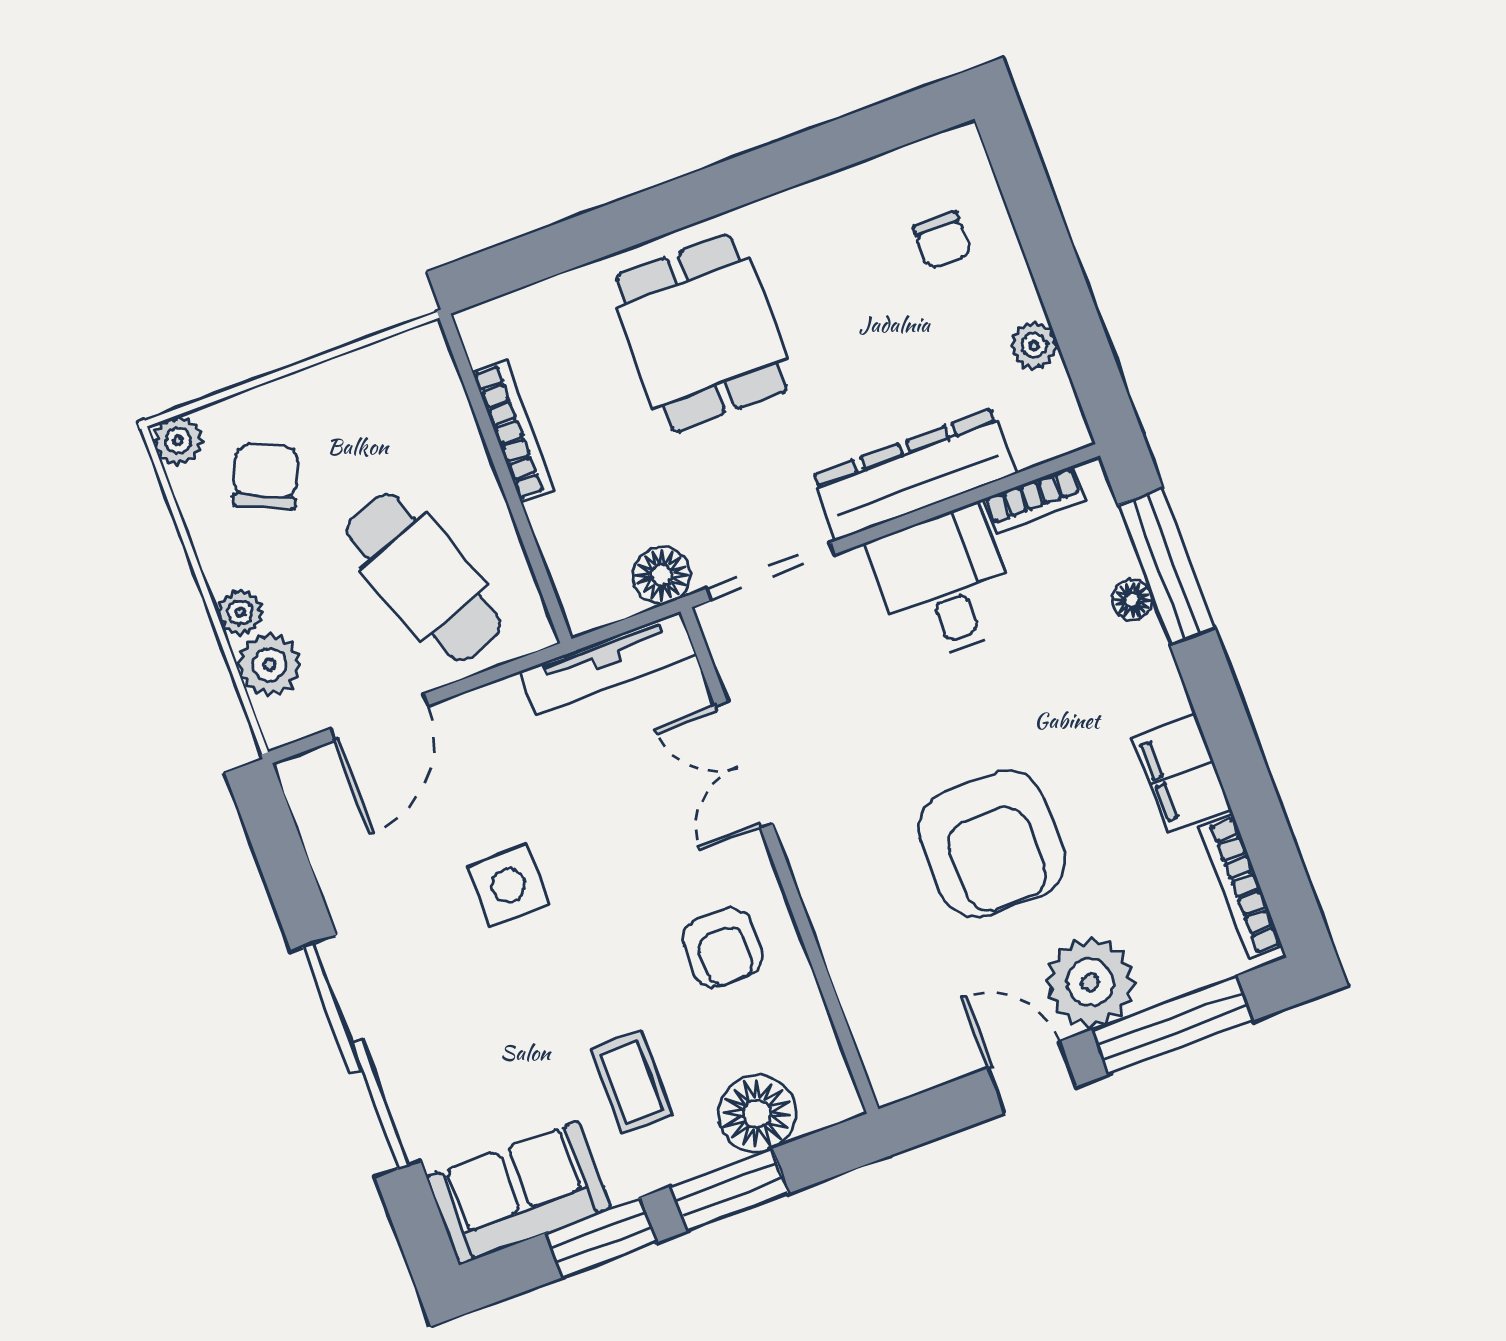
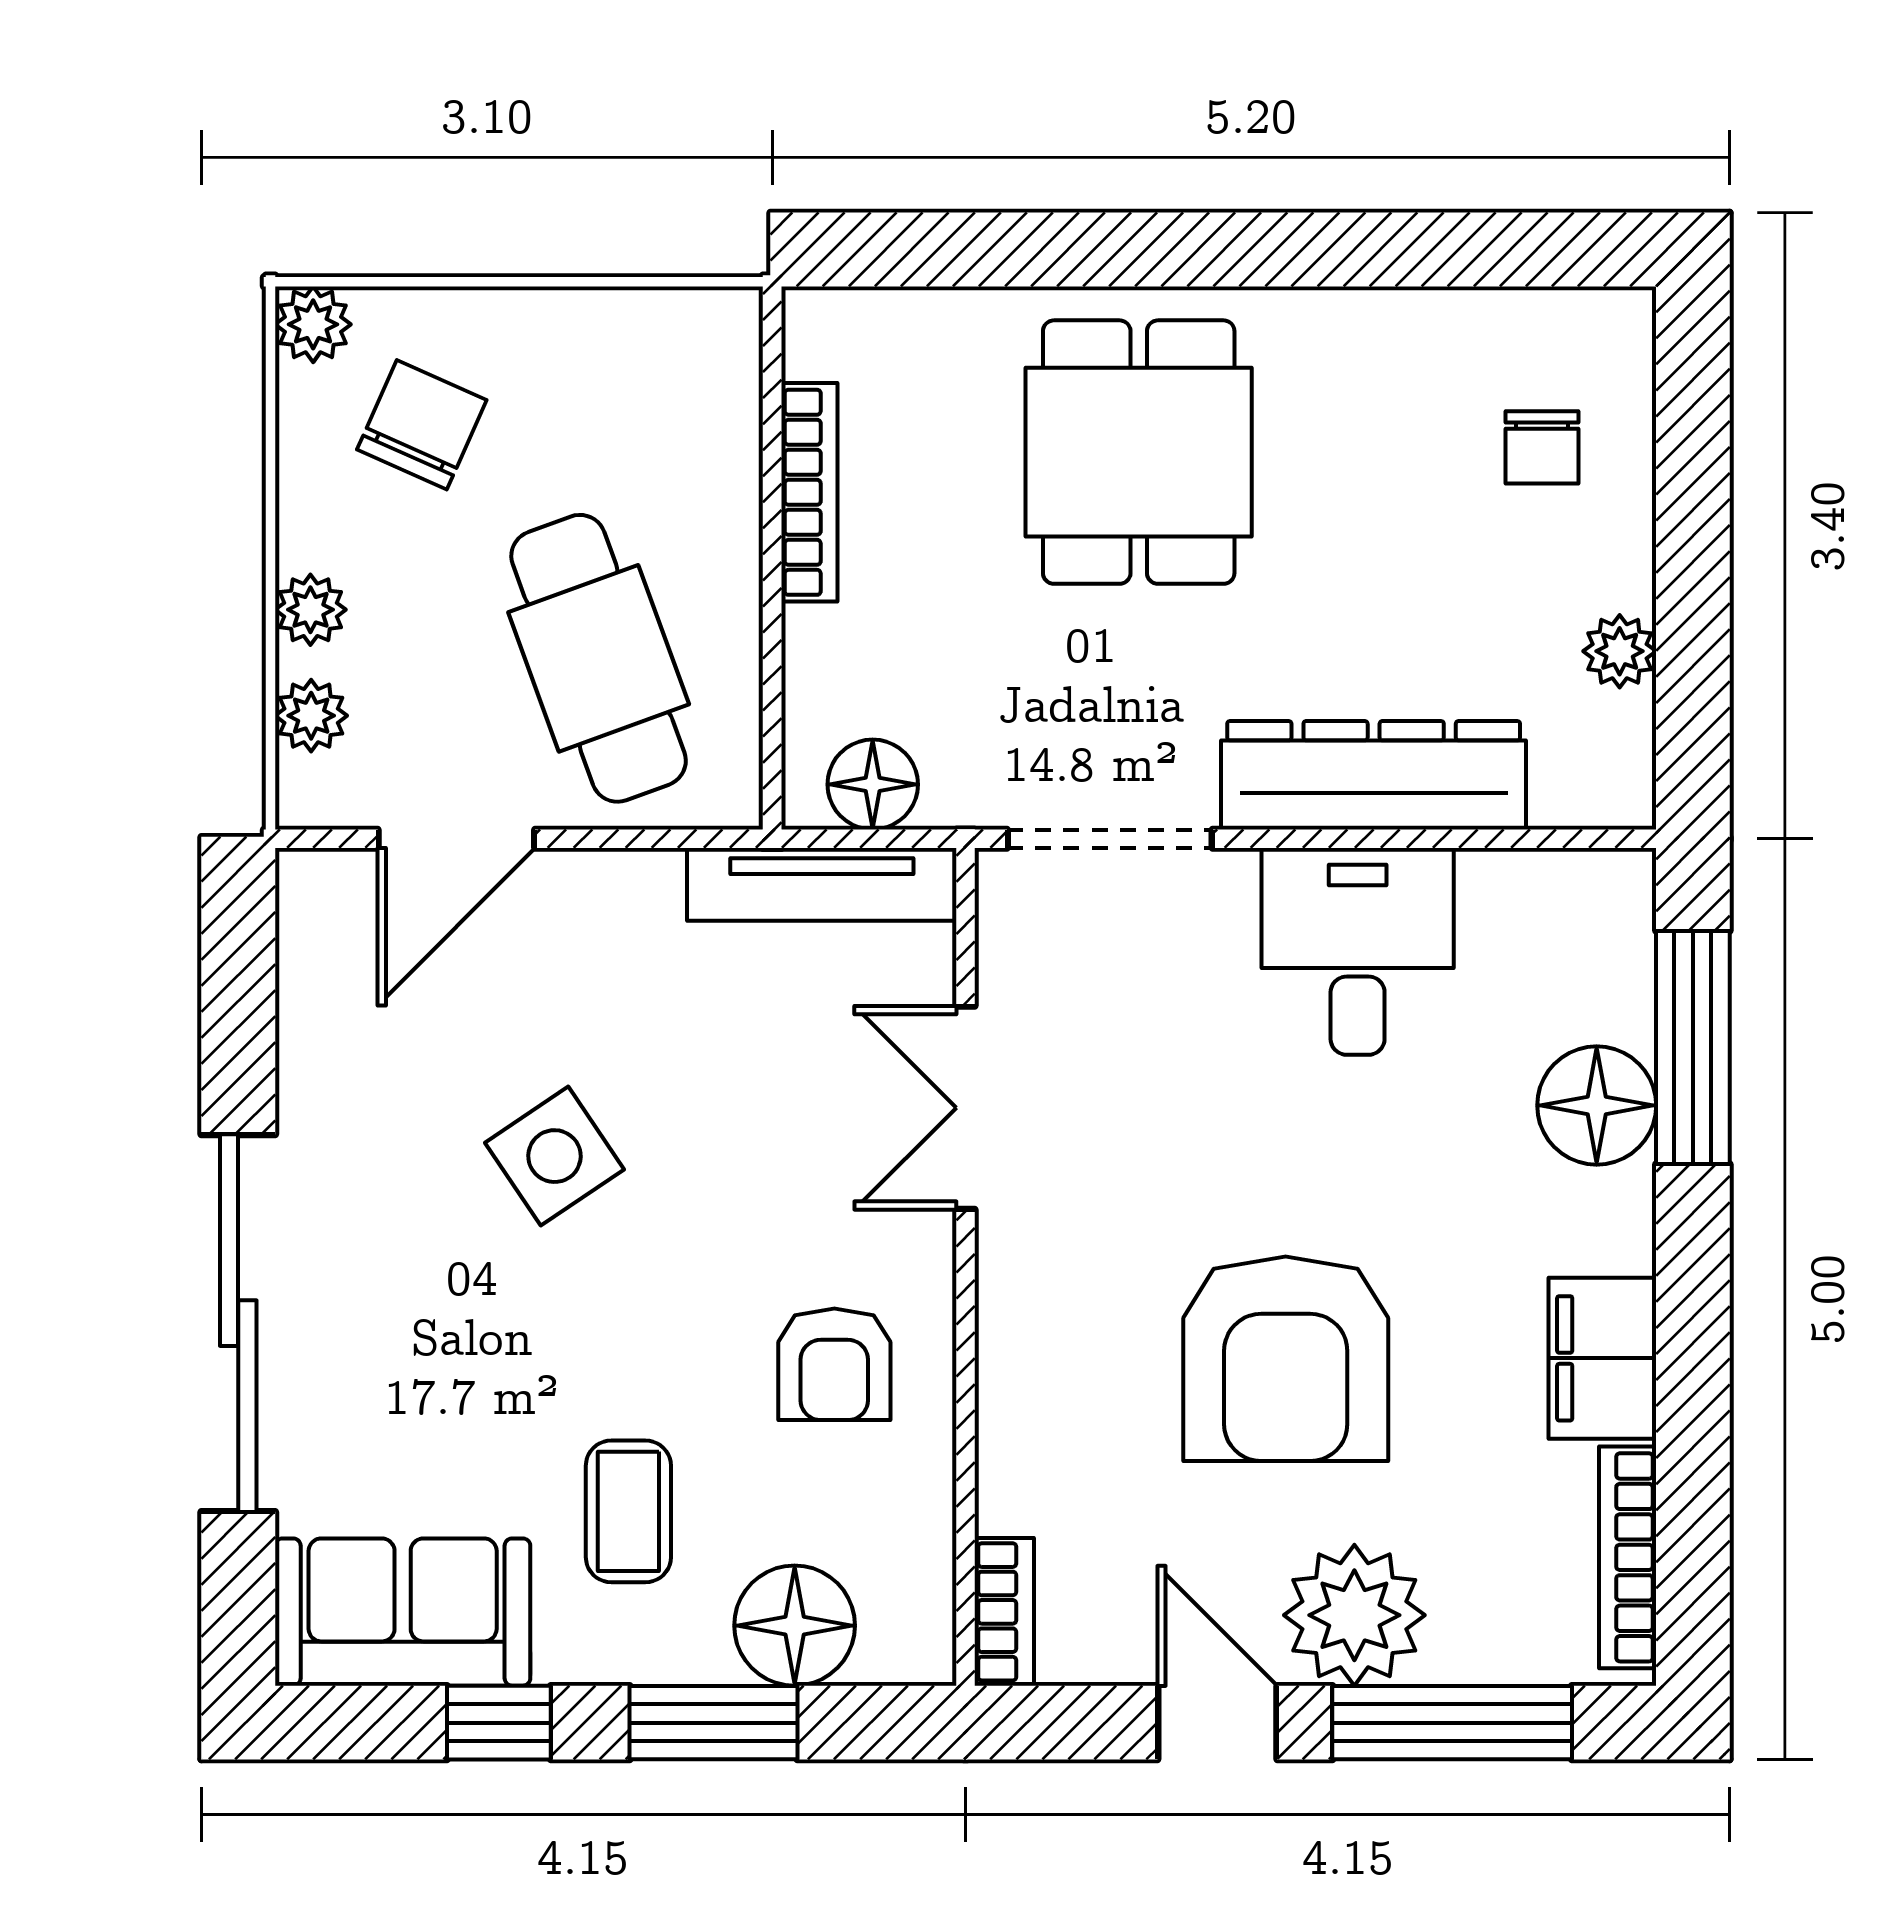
bookcase: (1034, 500) -> (1004, 1612), moved, turned -90
floor lamp: (662, 575) -> (873, 784), moved
floor lamp: (1132, 600) -> (1597, 1105), width x1.89, depth x1.89
plant: (269, 665) -> (311, 716), width x0.73, depth x0.73
side table: (508, 886) -> (555, 1156), turned -34
window: (601, 1238) -> (499, 1723), width x0.67

